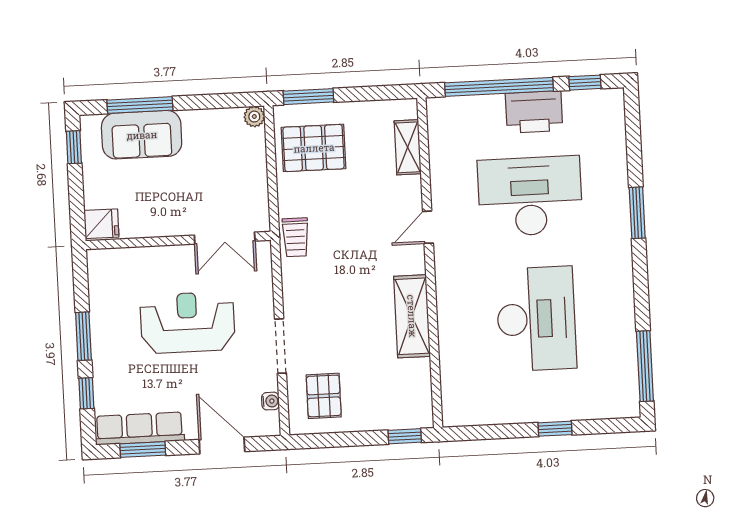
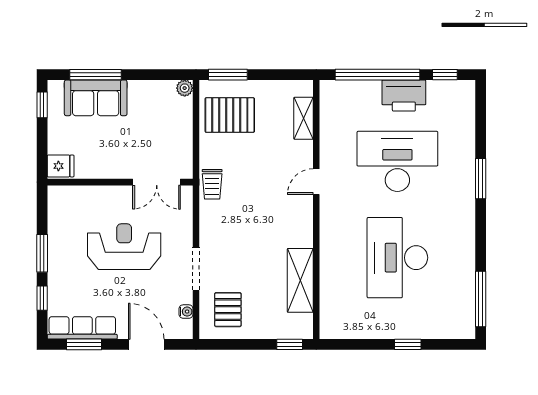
shelving: (412, 316) -> (300, 280), moved
desk: (536, 319) -> (397, 258), turned 180

